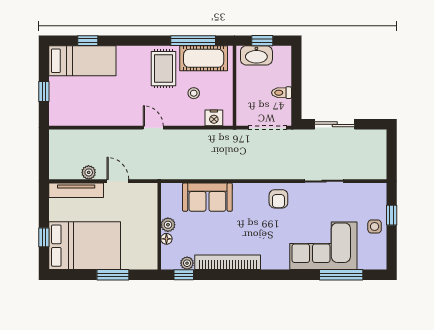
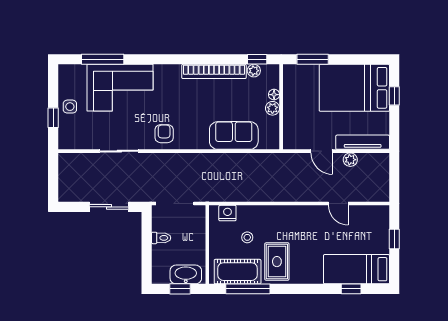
door: (153, 128) -> (338, 204), moved
window: (113, 275) -> (313, 59), moved

